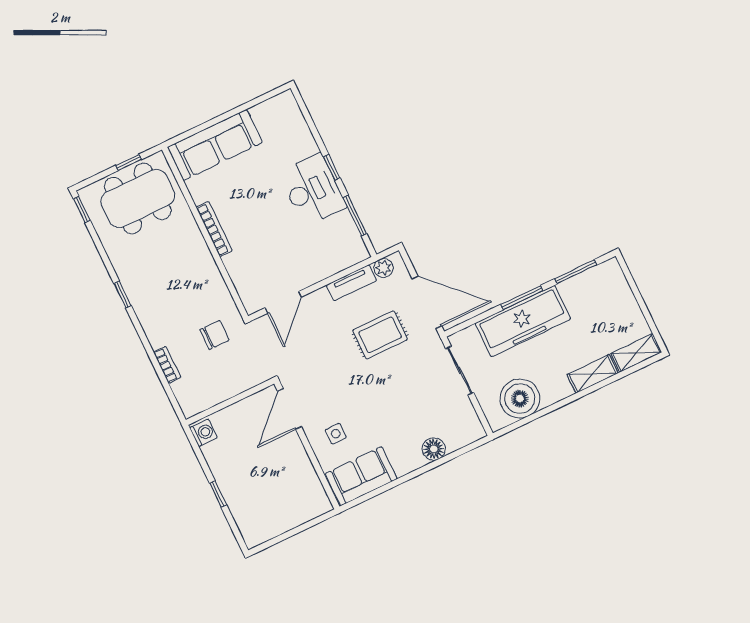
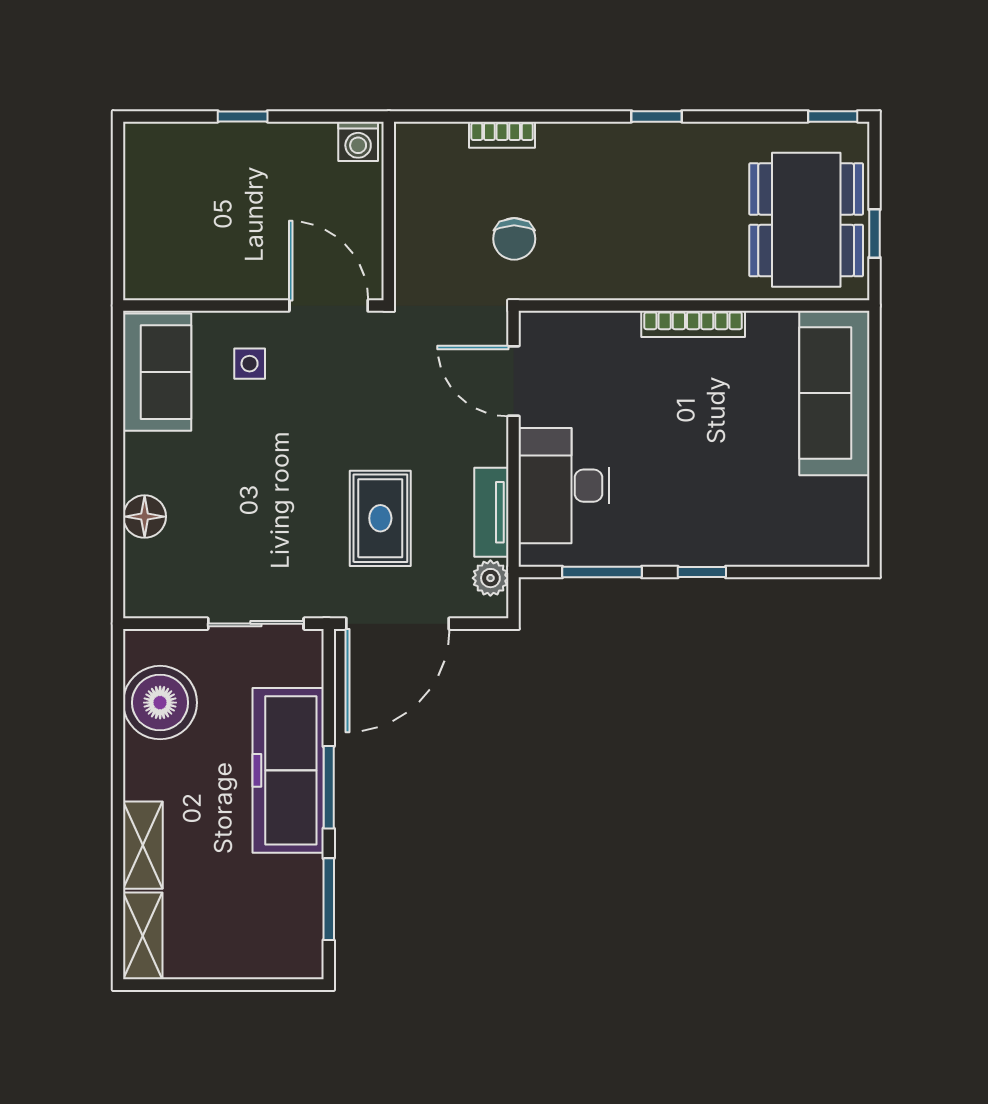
desk: (313, 190) -> (564, 486), moved, turned 90

